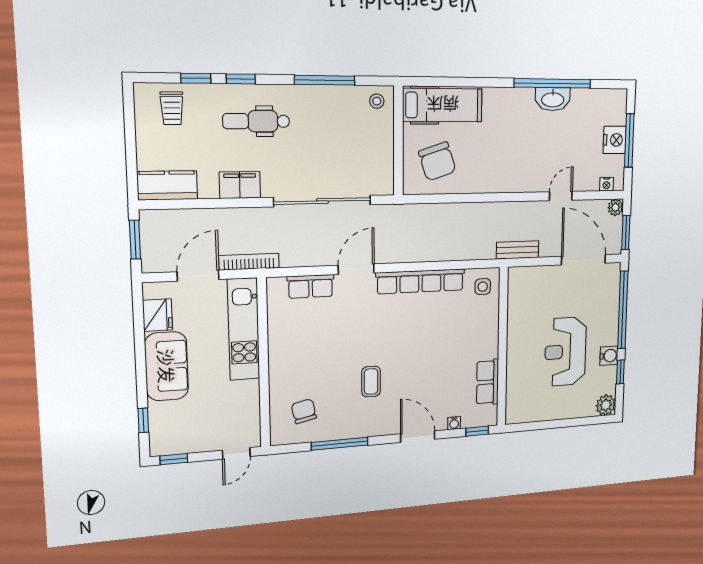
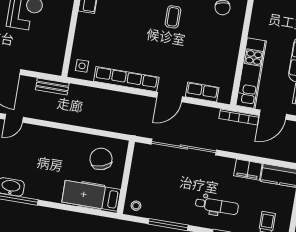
filing cabinet: (240, 185) -> (248, 170), moved

